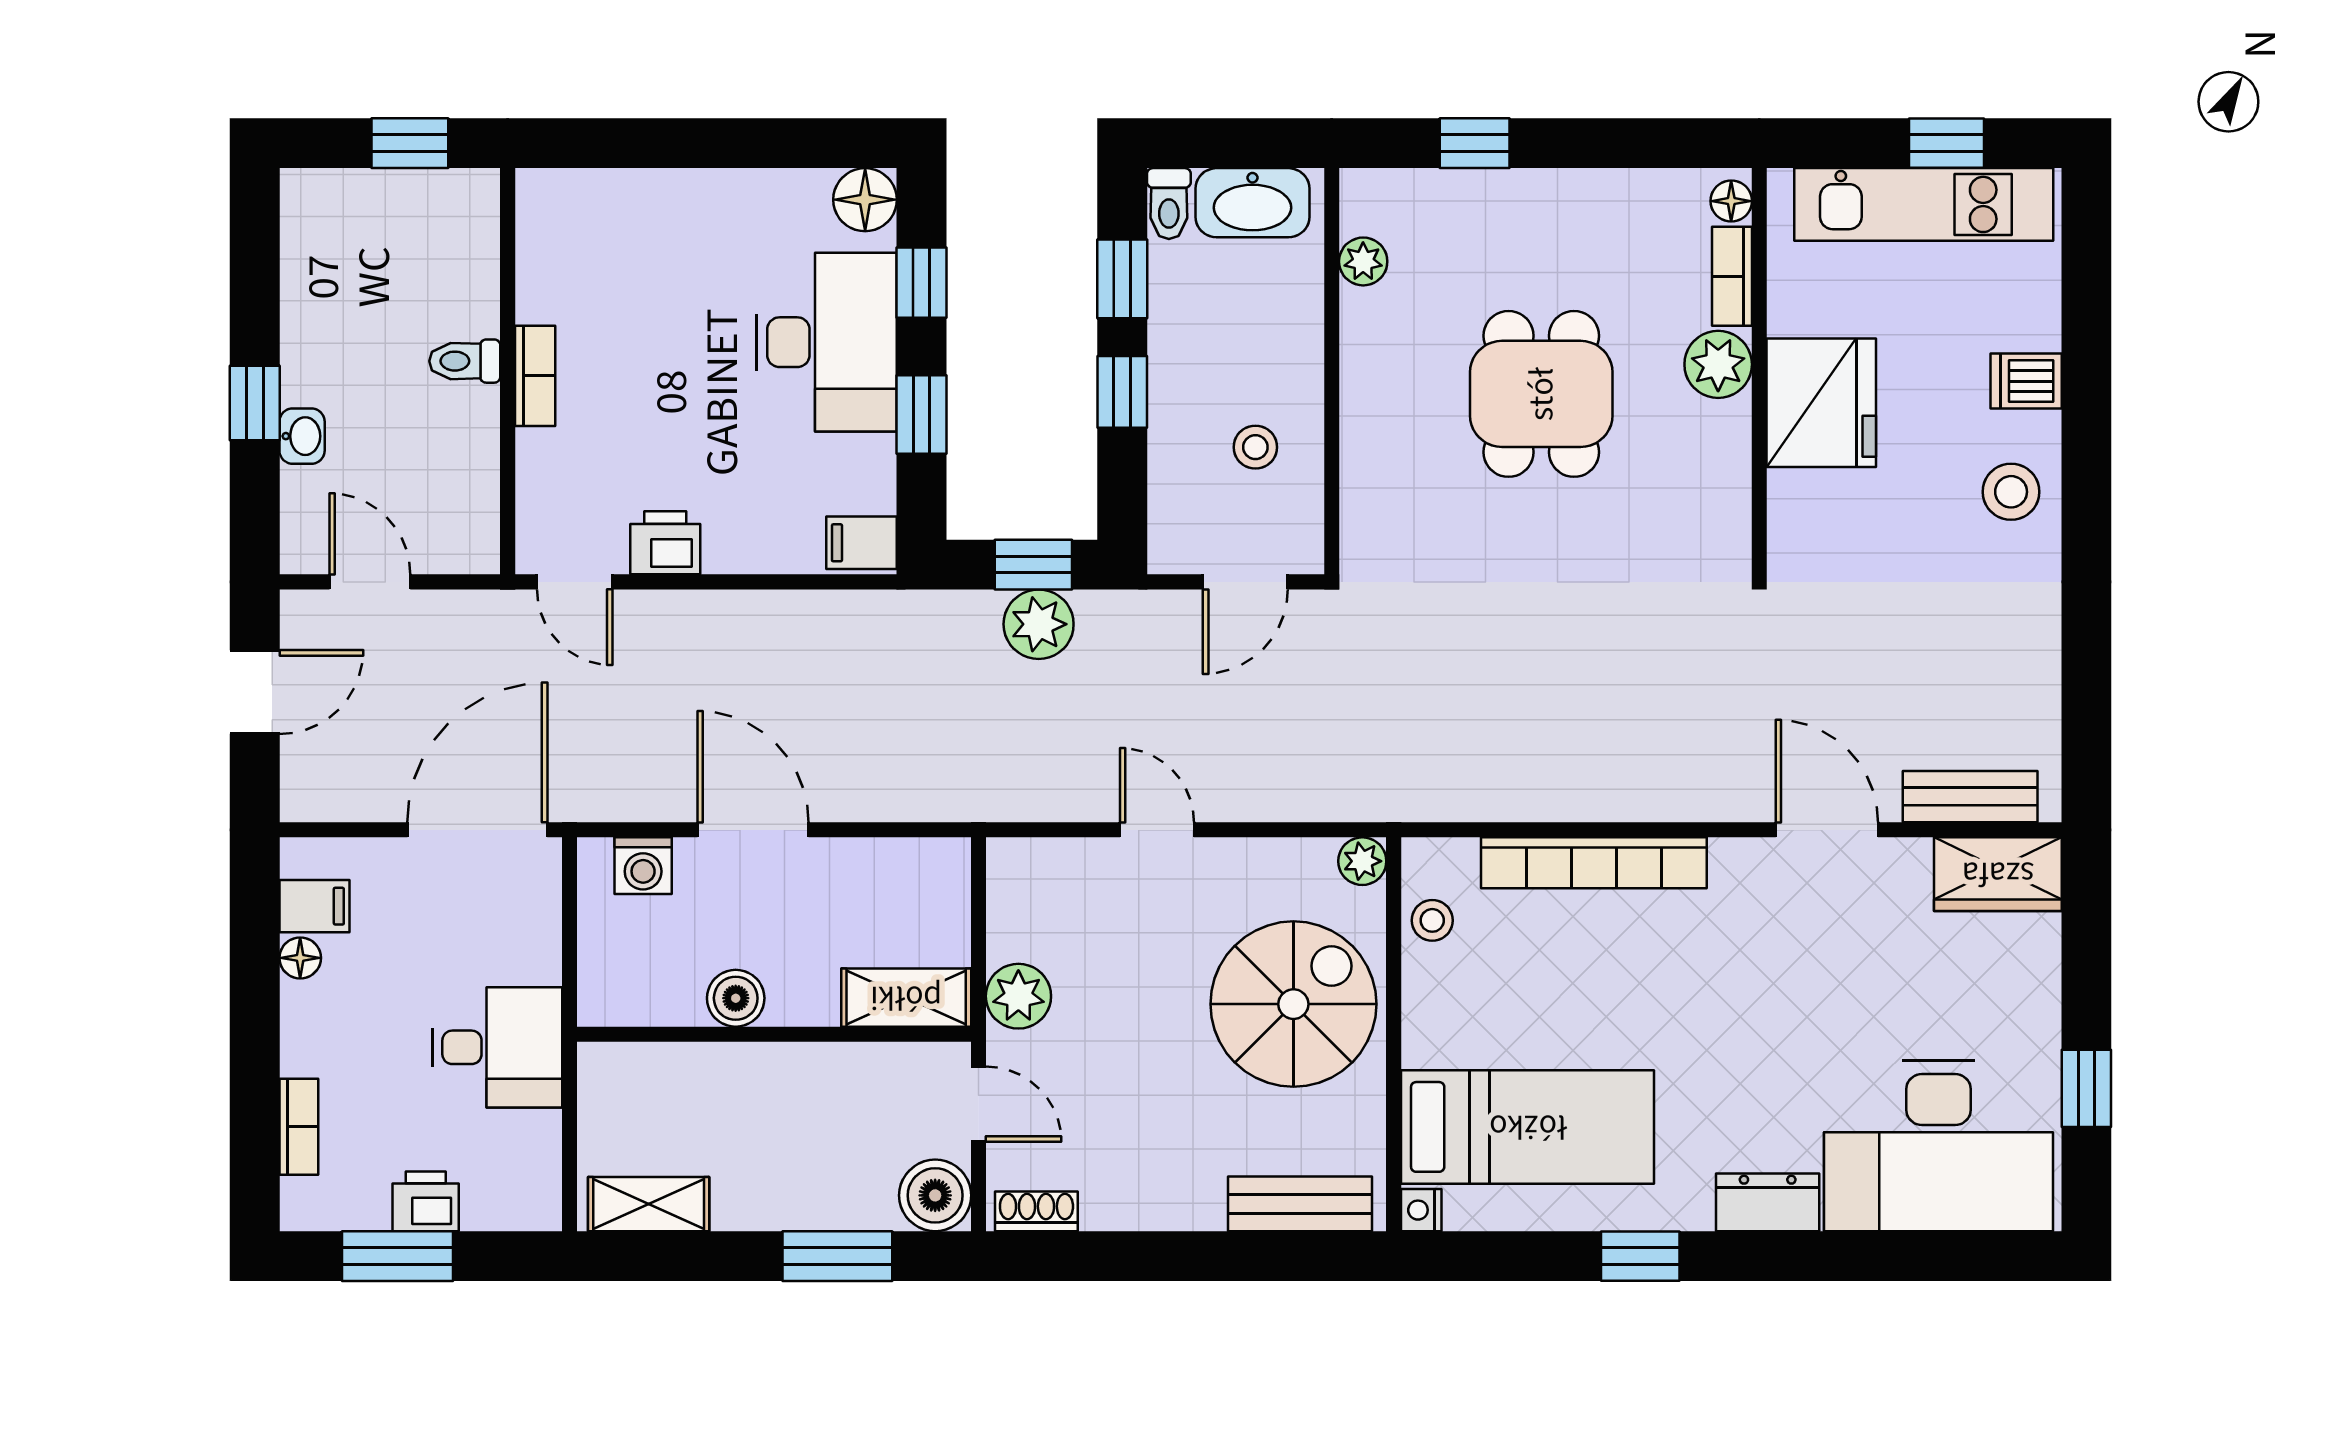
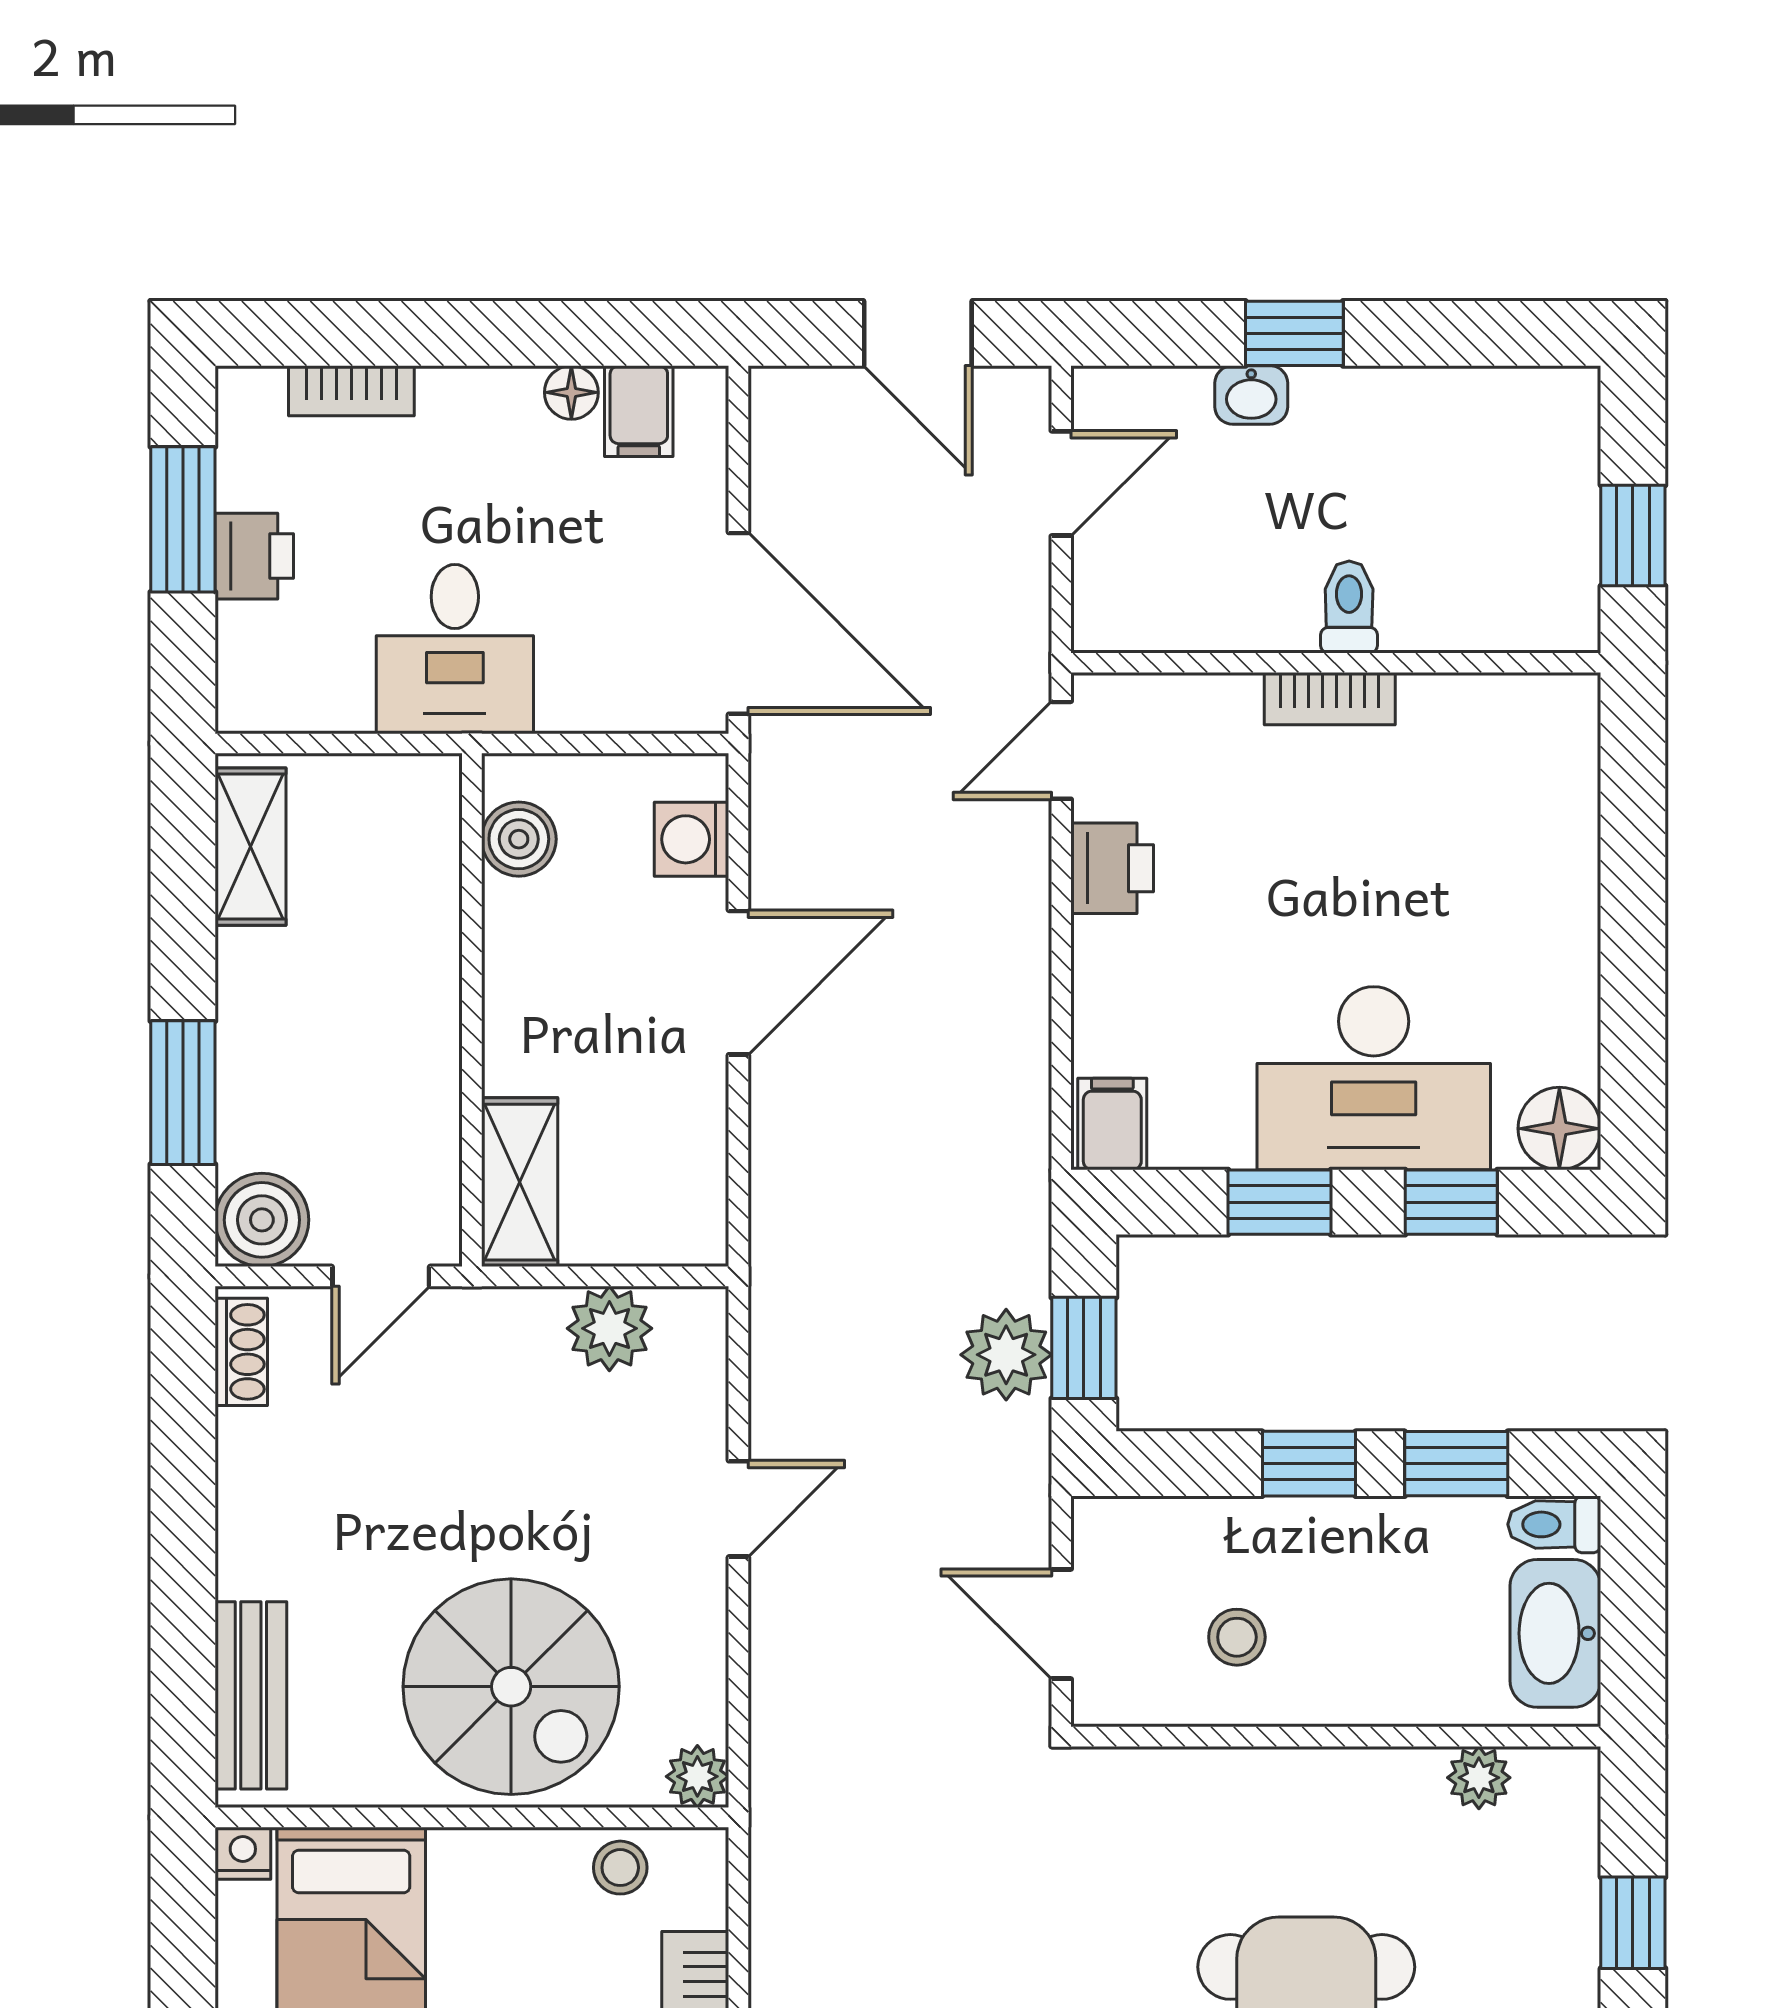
plant: (1018, 996) -> (609, 1328), moved
boiler: (736, 998) -> (519, 839), moved

